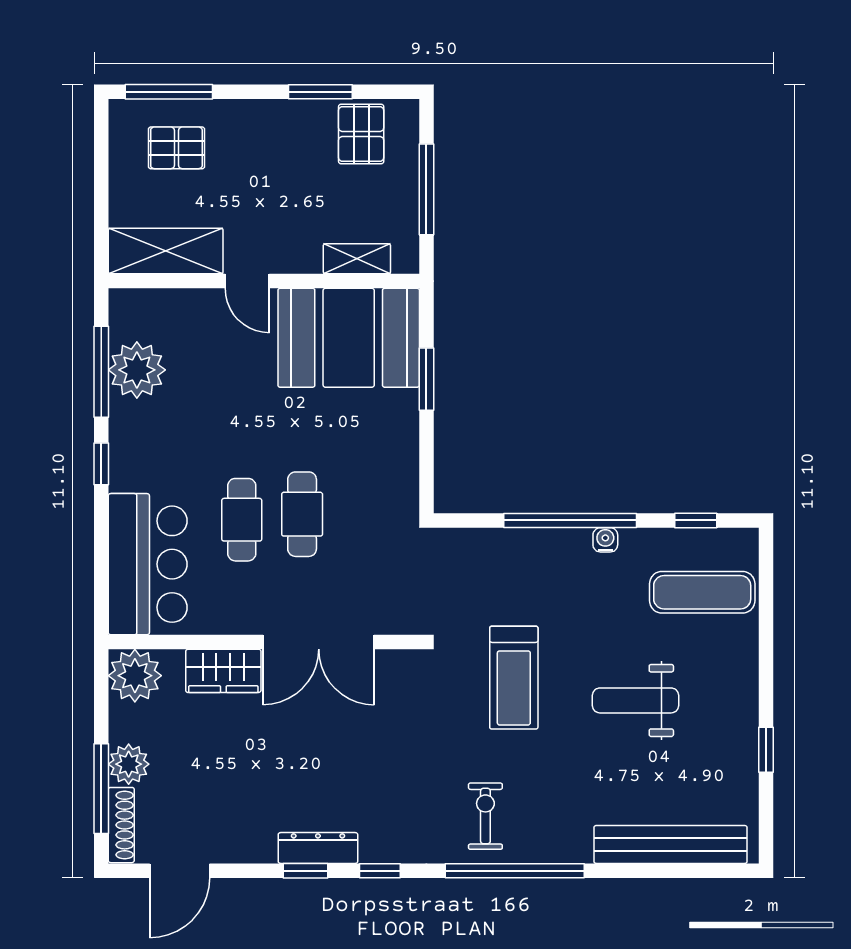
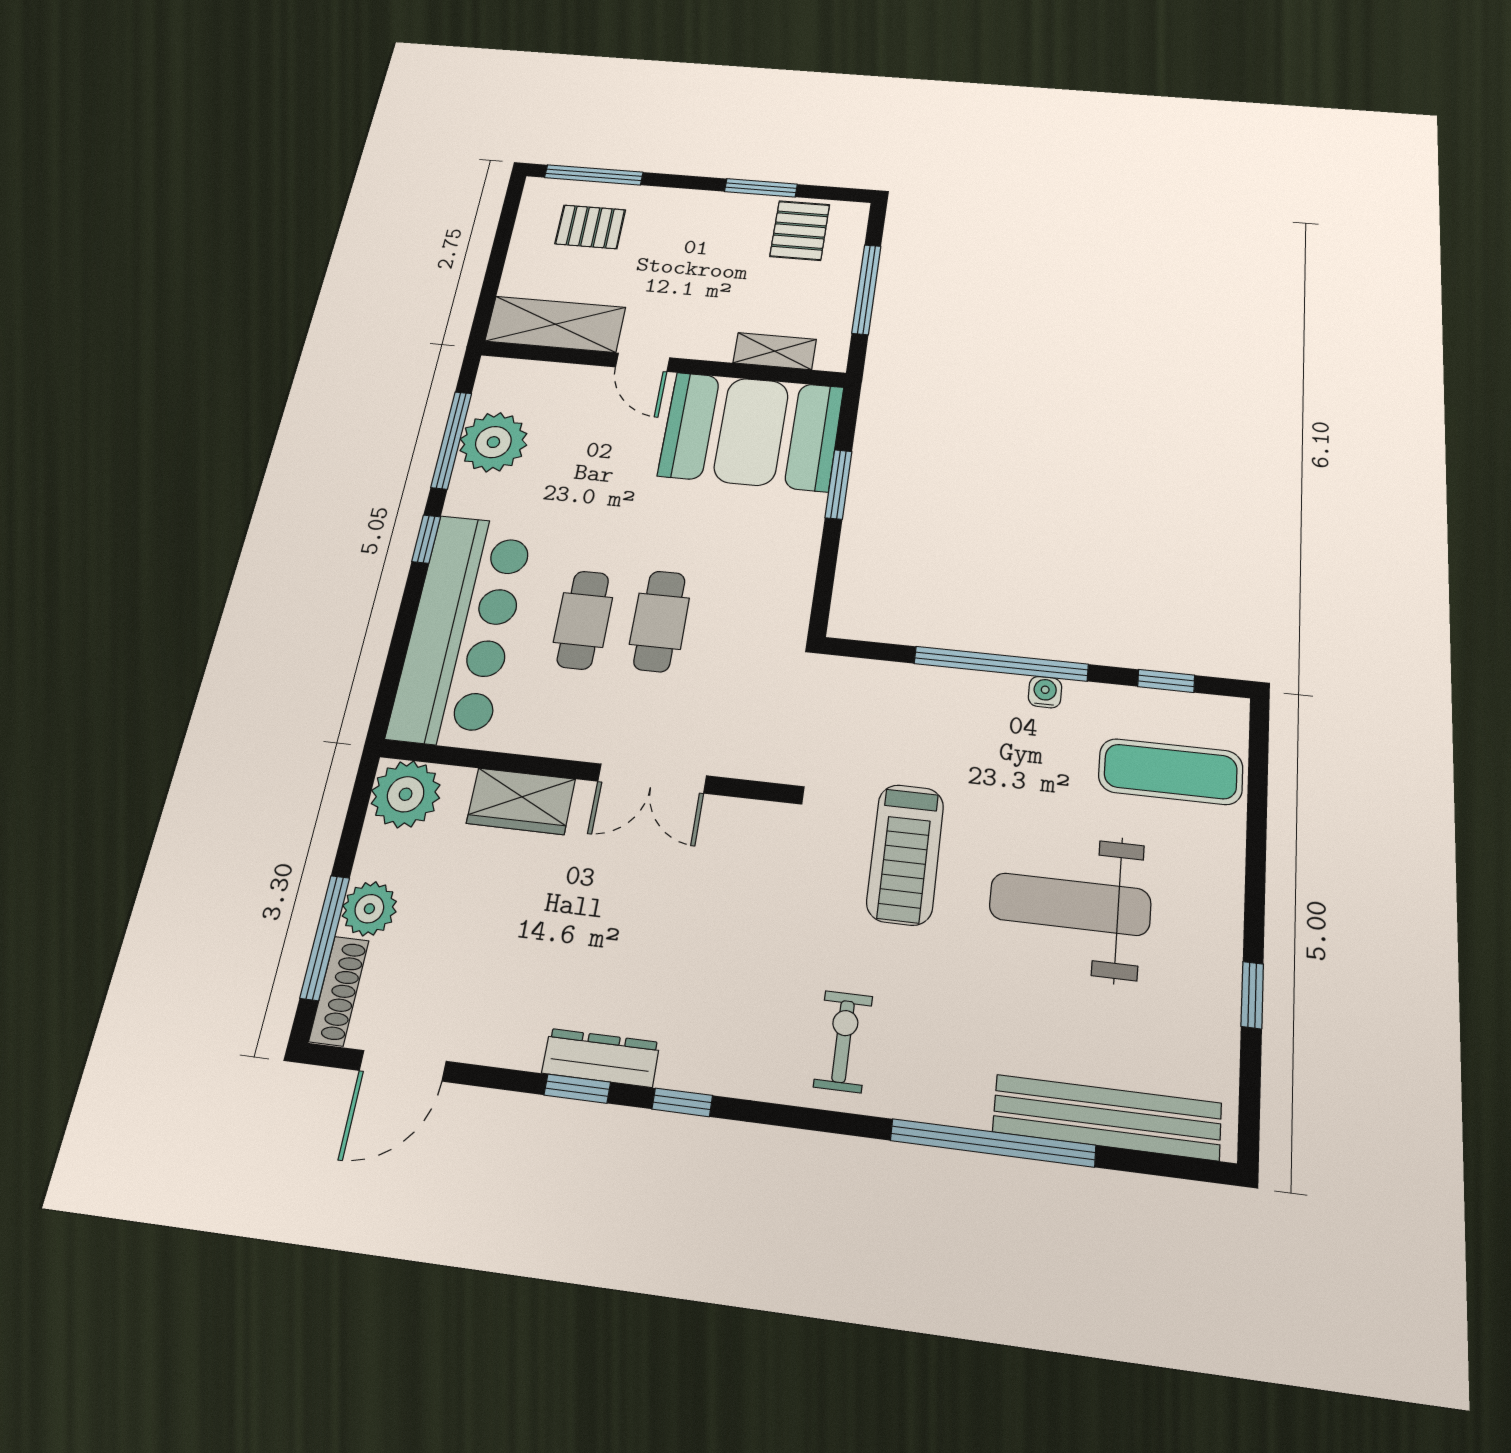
bar counter: (148, 564) -> (462, 629), width x1.36
double door: (319, 642) -> (652, 778), width x0.73
weight bench: (635, 700) -> (1070, 904), width x1.36, depth x1.33
window: (515, 871) -> (993, 1143), moved

